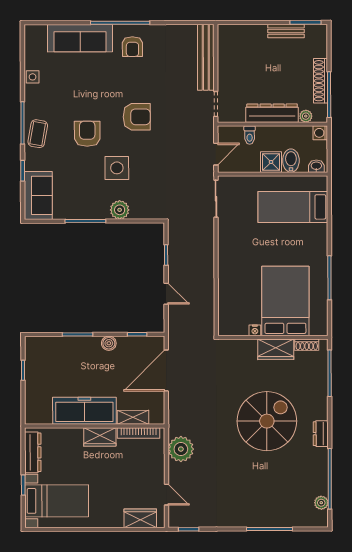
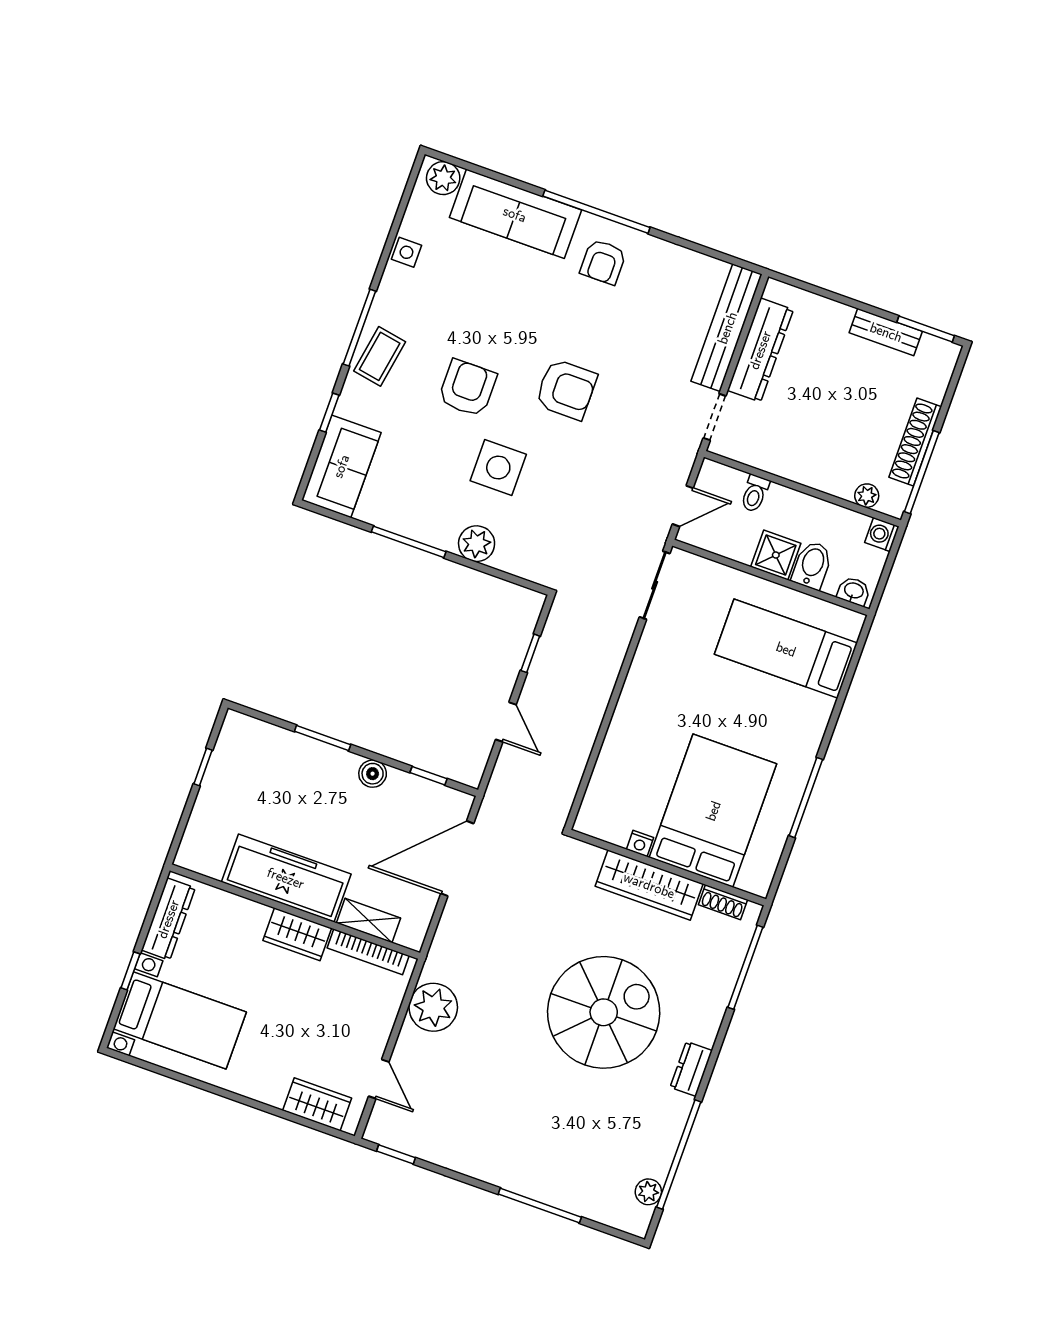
plant: (38, 33) -> (443, 178), added
dresser: (272, 113) -> (760, 350), moved, turned 90
wardrobe: (276, 349) -> (649, 885), width x1.50

